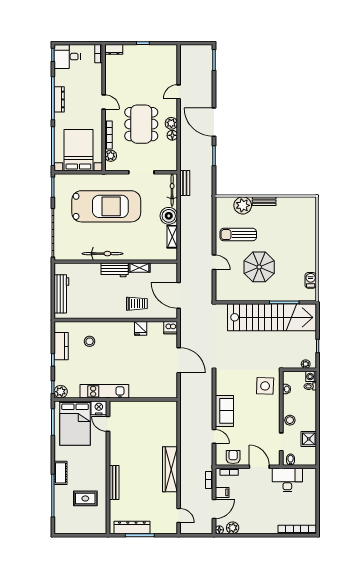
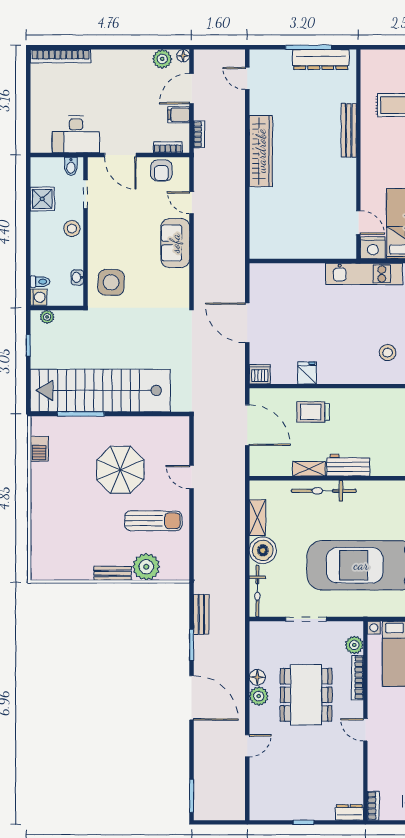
bench: (185, 183) -> (201, 614), moved
bicycle: (102, 254) -> (324, 491), moved

